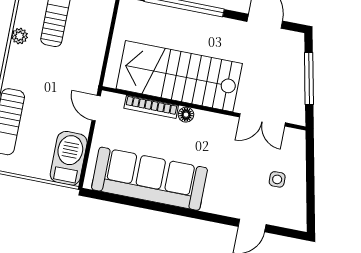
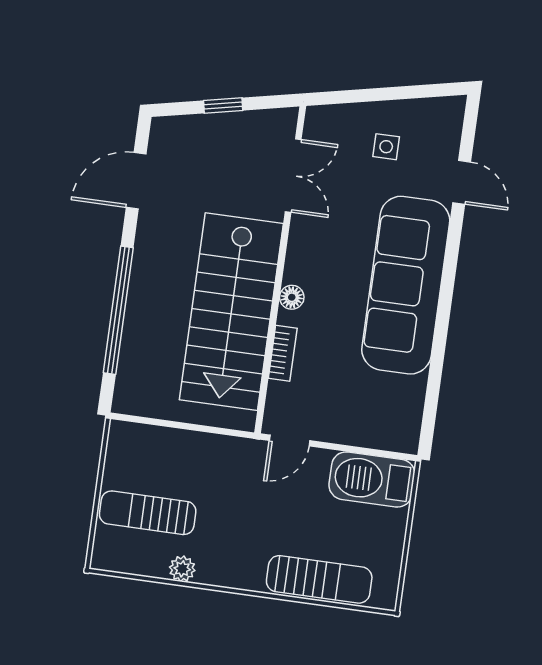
window: (309, 79) -> (223, 105), width x0.46
bookcase: (151, 107) -> (283, 353), width x0.64
sofa: (149, 179) -> (406, 285), moved

